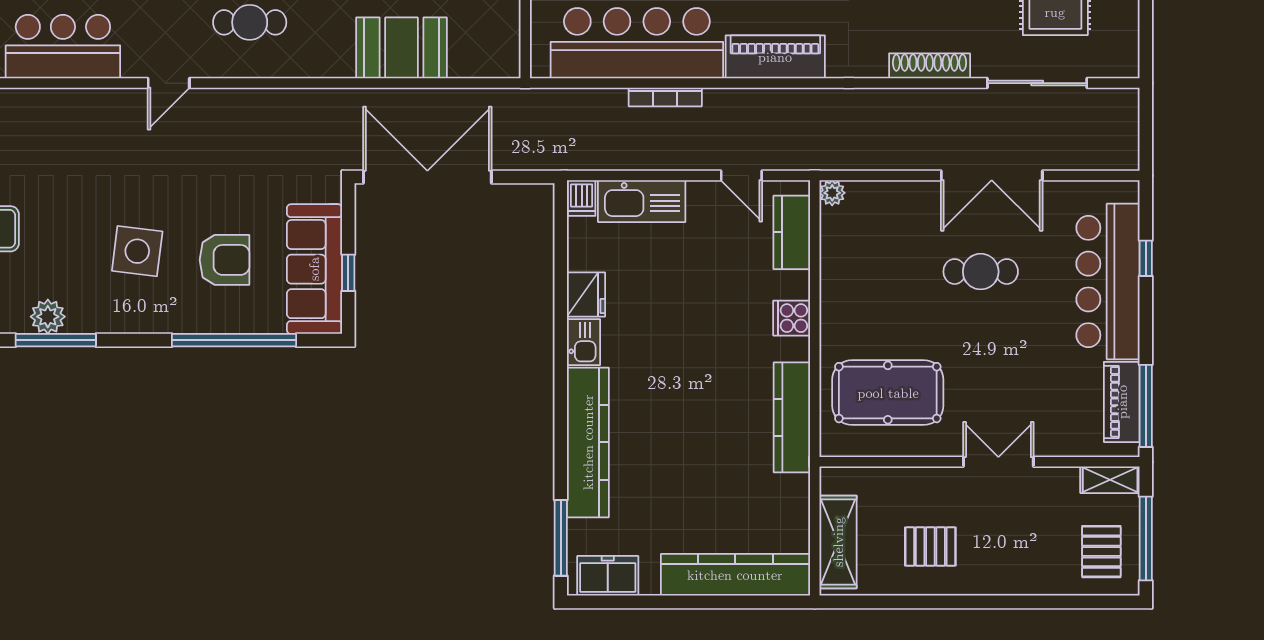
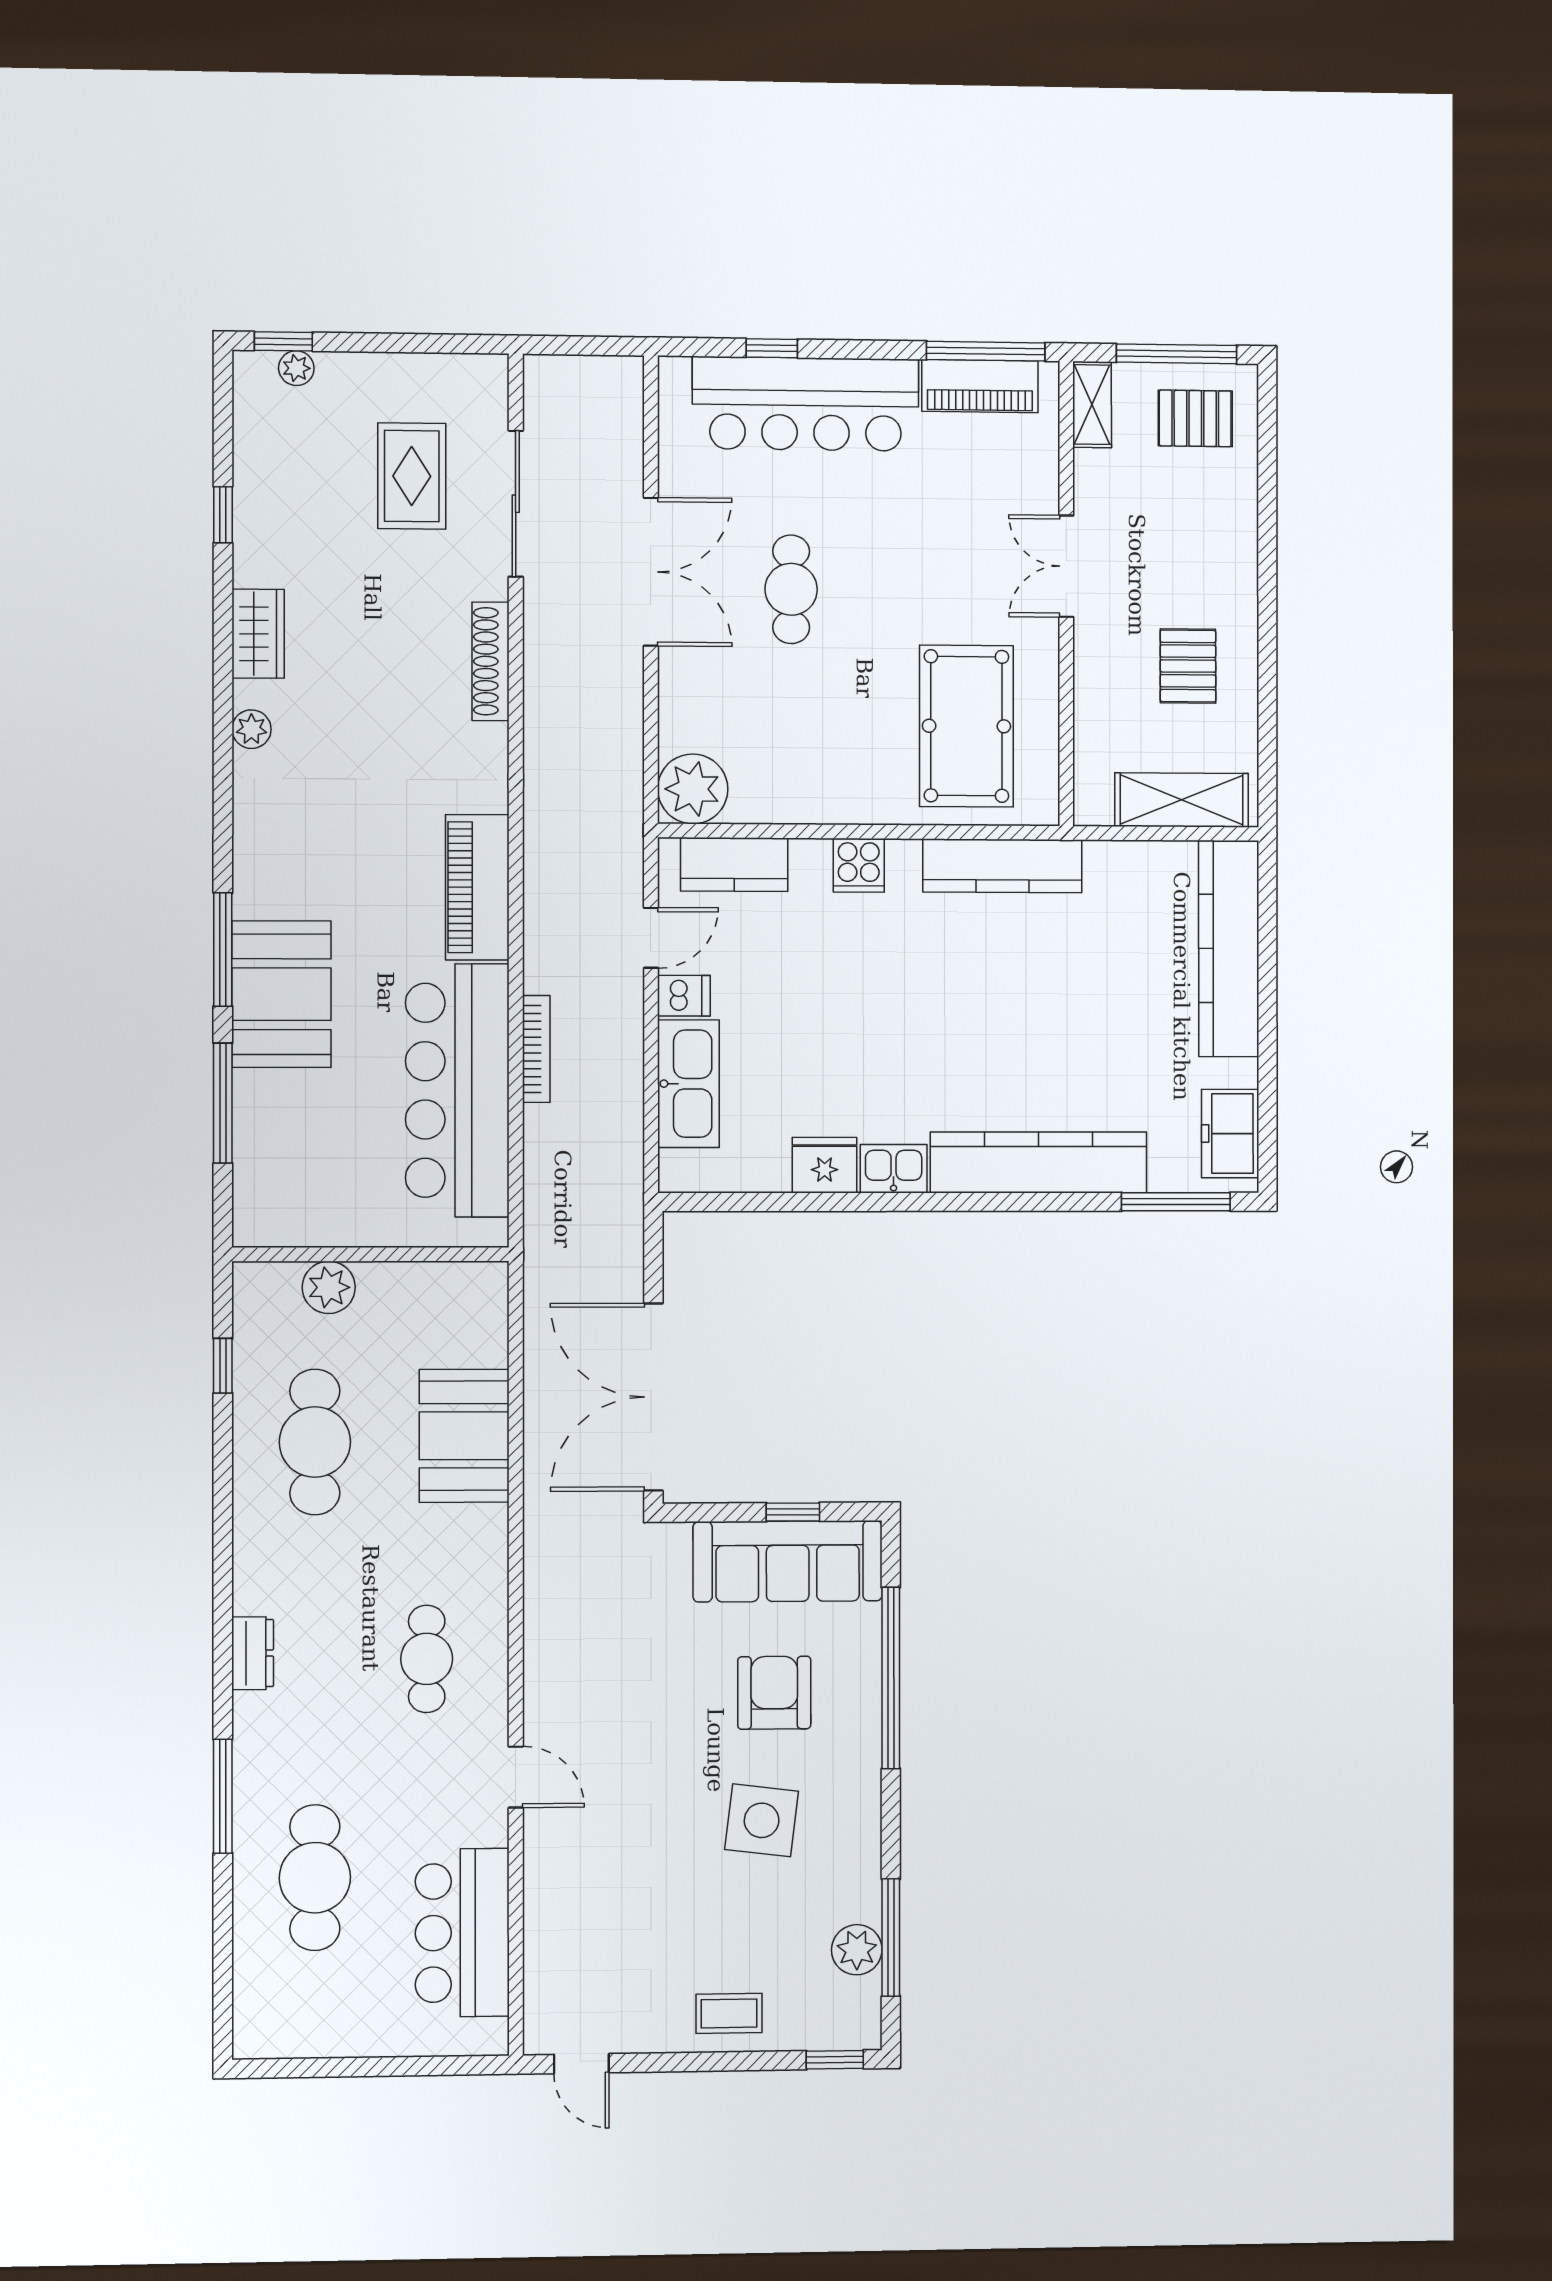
plant: (832, 193) -> (693, 789), width x1.87, depth x1.87
dishwasher: (582, 198) -> (684, 996), moved

